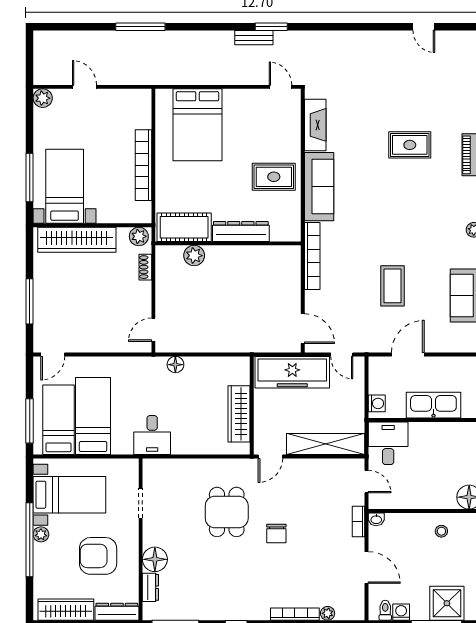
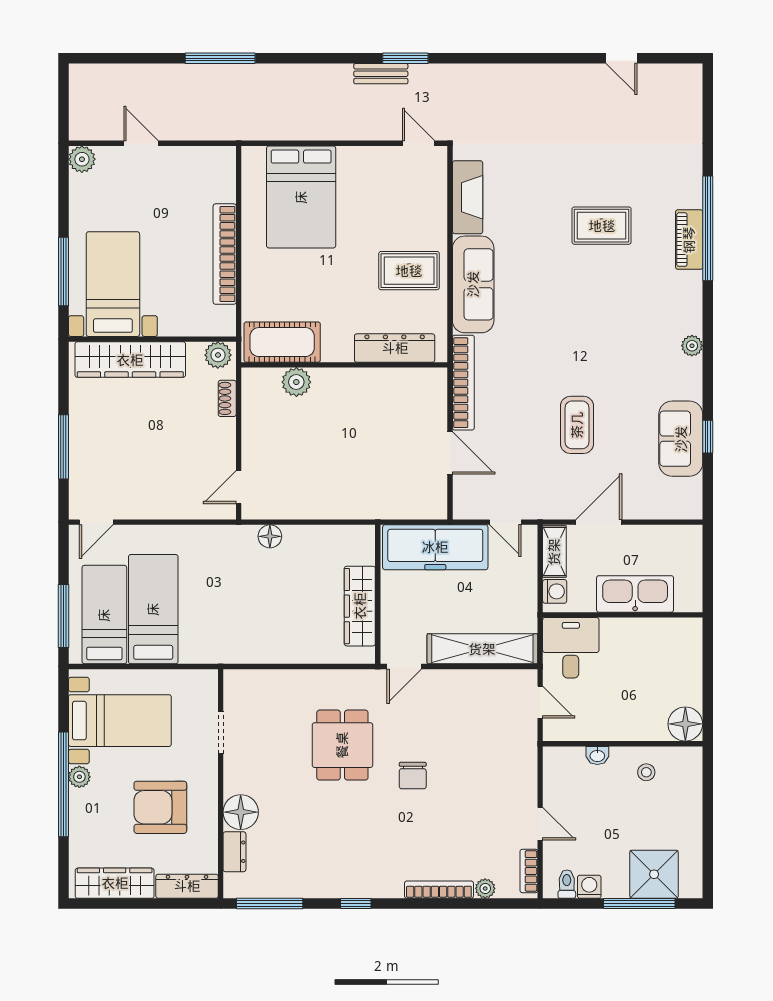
dresser: (241, 231) -> (395, 348), moved
door: (303, 329) -> (450, 453), moved
shelving: (376, 375) -> (554, 552), added
desk: (152, 435) -> (237, 636), removed
washbasin: (376, 519) -> (597, 755), moved
bookcase: (358, 522) -> (529, 871), moved
door: (366, 568) -> (540, 824), width x0.73

